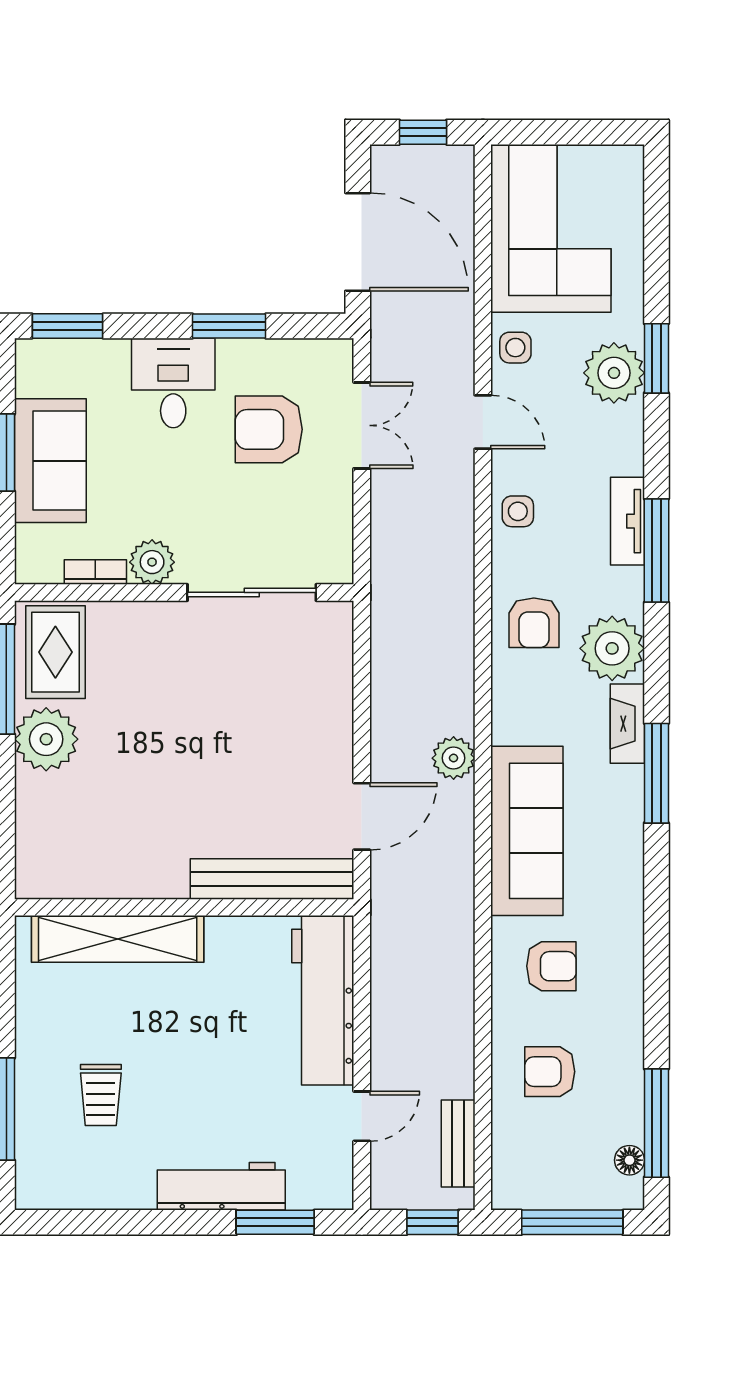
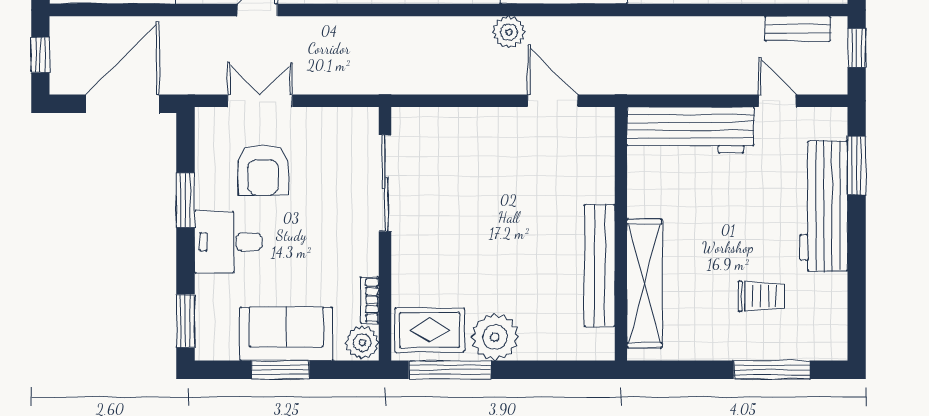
plant: (152, 562) -> (362, 343), moved
bench: (272, 879) -> (600, 266), moved
workbench: (221, 1186) -> (824, 206), width x1.36, depth x1.32

